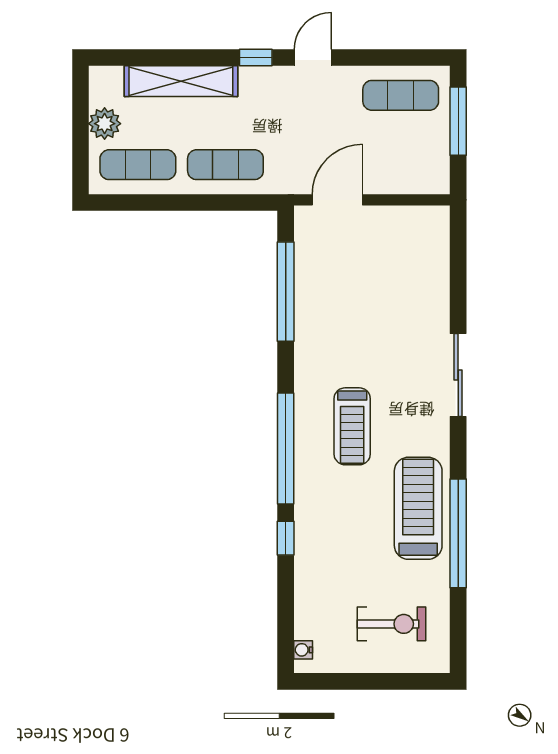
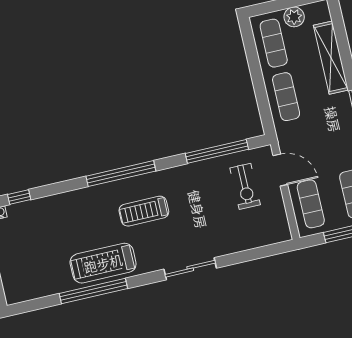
exercise mat: (401, 165) -> (311, 204), added
treadmill: (418, 508) -> (103, 263), turned 180
window: (286, 538) -> (19, 197), moved
exercise bike: (391, 624) -> (245, 186), moved

